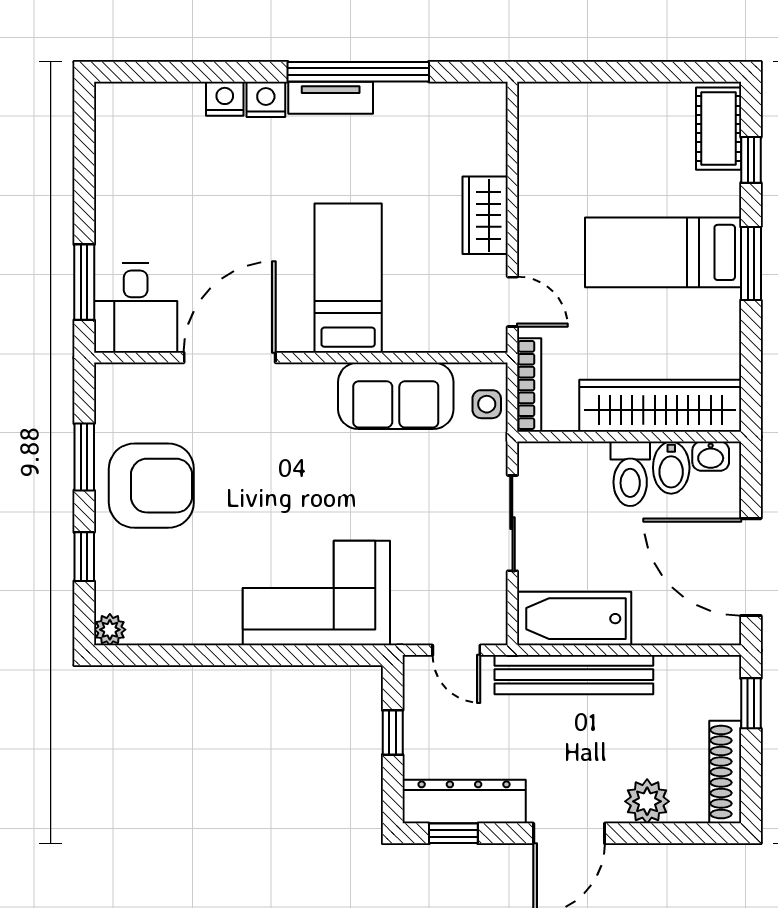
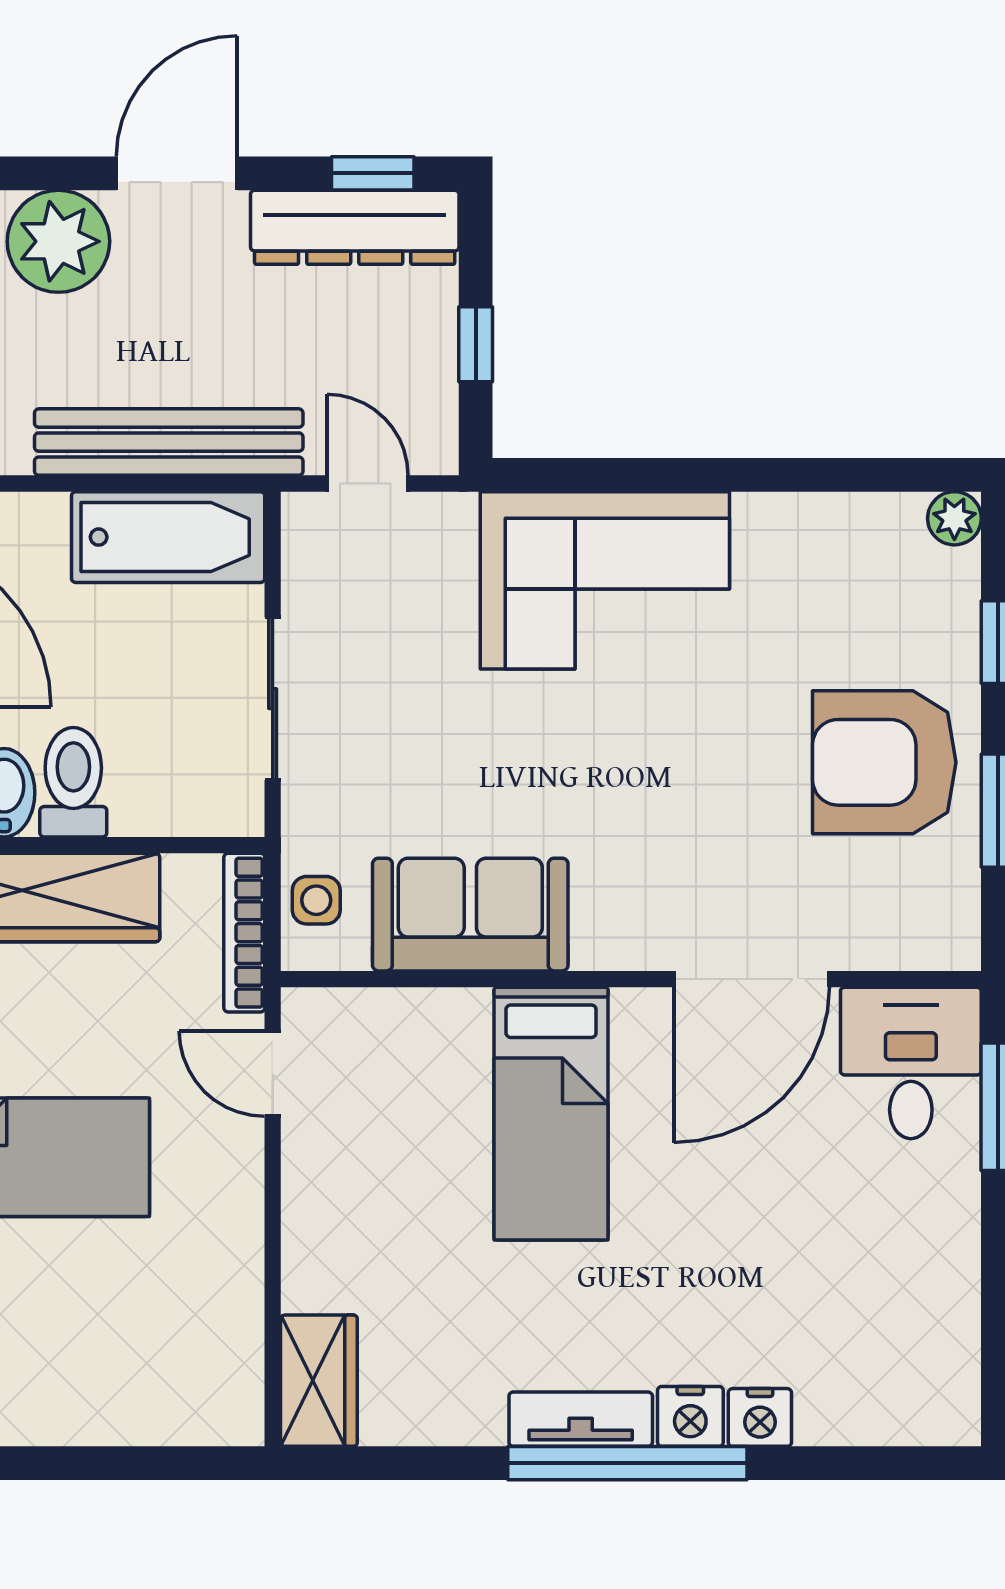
window: (358, 72) -> (627, 1463), moved
wardrobe: (485, 215) -> (319, 1381), moved
plant: (647, 801) -> (58, 241), width x1.36, depth x1.36

